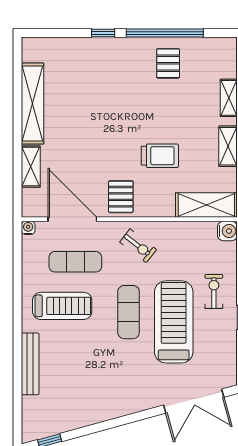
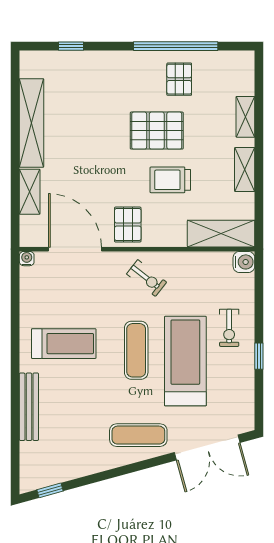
window: (103, 33) -> (71, 46), moved
pallet: (147, 110) -> (157, 131), added
trolley: (160, 156) -> (170, 180), turned 180
exercise mat: (75, 262) -> (138, 435), moved
exercise bike: (214, 291) -> (229, 328), turned 180

